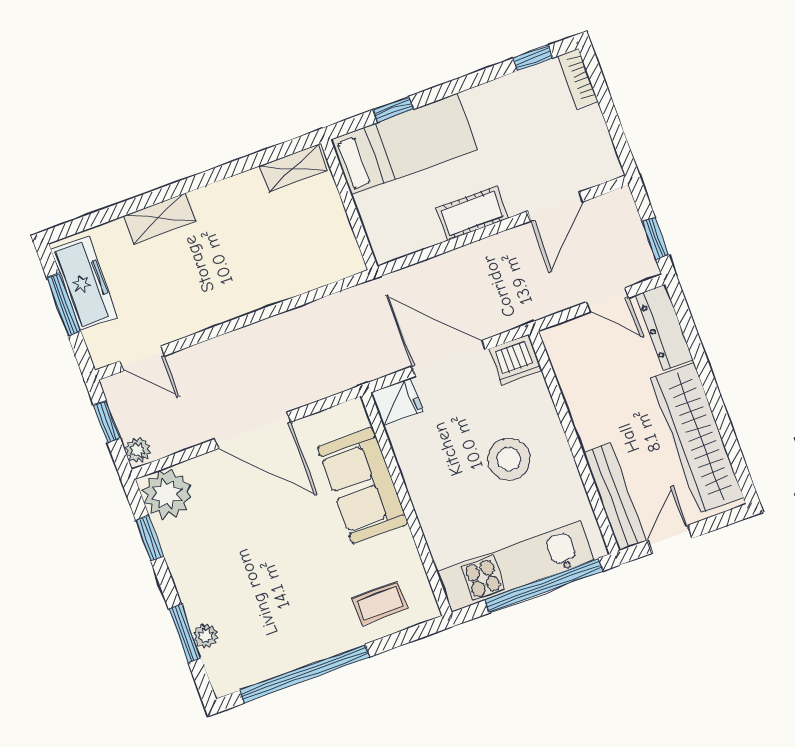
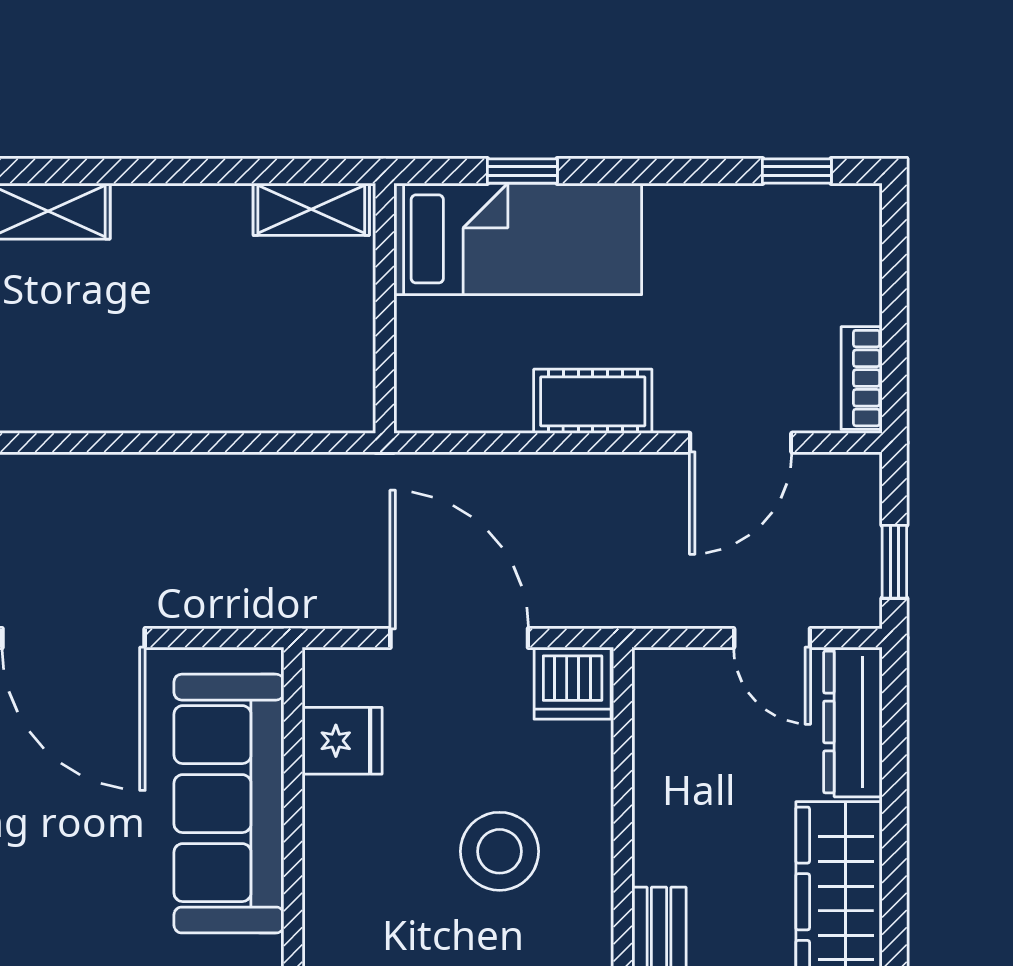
bookcase: (578, 78) -> (862, 378), moved
fridge: (397, 402) -> (342, 741), moved
sofa: (363, 485) -> (229, 804), width x1.36

